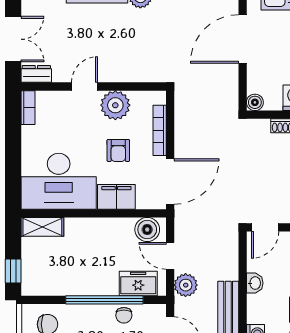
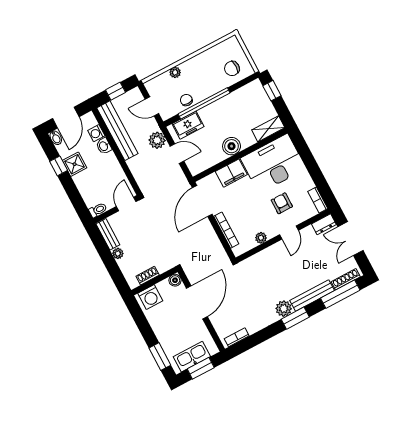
door: (243, 39) -> (197, 302), moved
plant: (115, 105) -> (261, 238), width x0.53, depth x0.53
armchair: (118, 150) -> (282, 203), moved
boiler: (147, 230) -> (232, 146), moved
washbasin: (255, 283) -> (104, 146), moved

